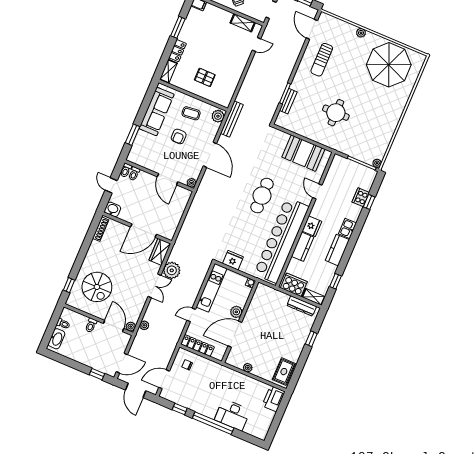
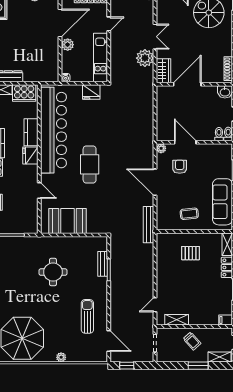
plant: (218, 116) -> (163, 222), removed
armchair: (179, 136) -> (180, 167), moved
double door: (154, 286) -> (155, 37), swing flipped

